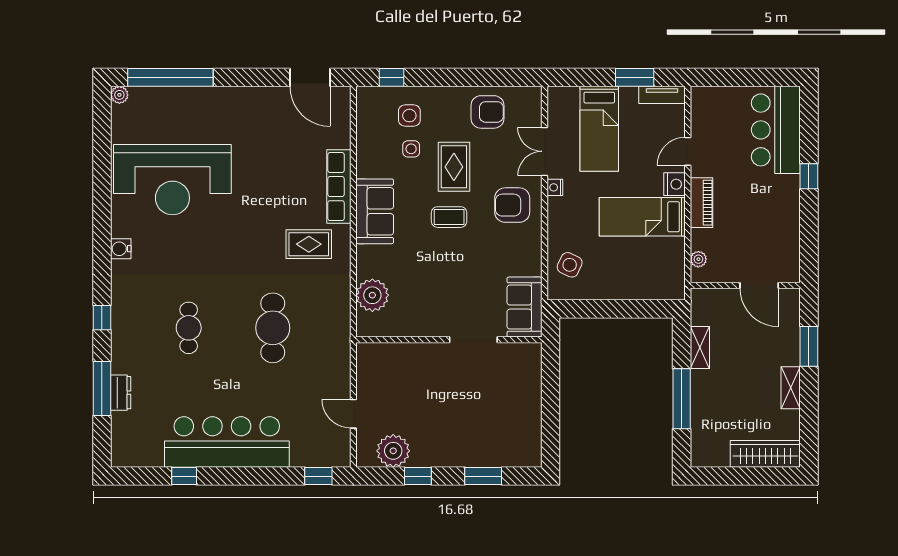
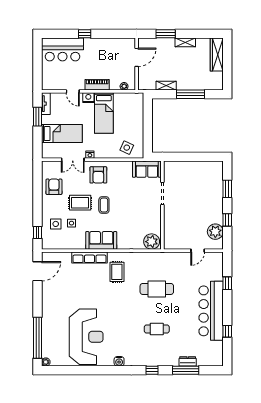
plant: (372, 295) -> (152, 242), moved
window: (318, 476) -> (227, 283), moved

